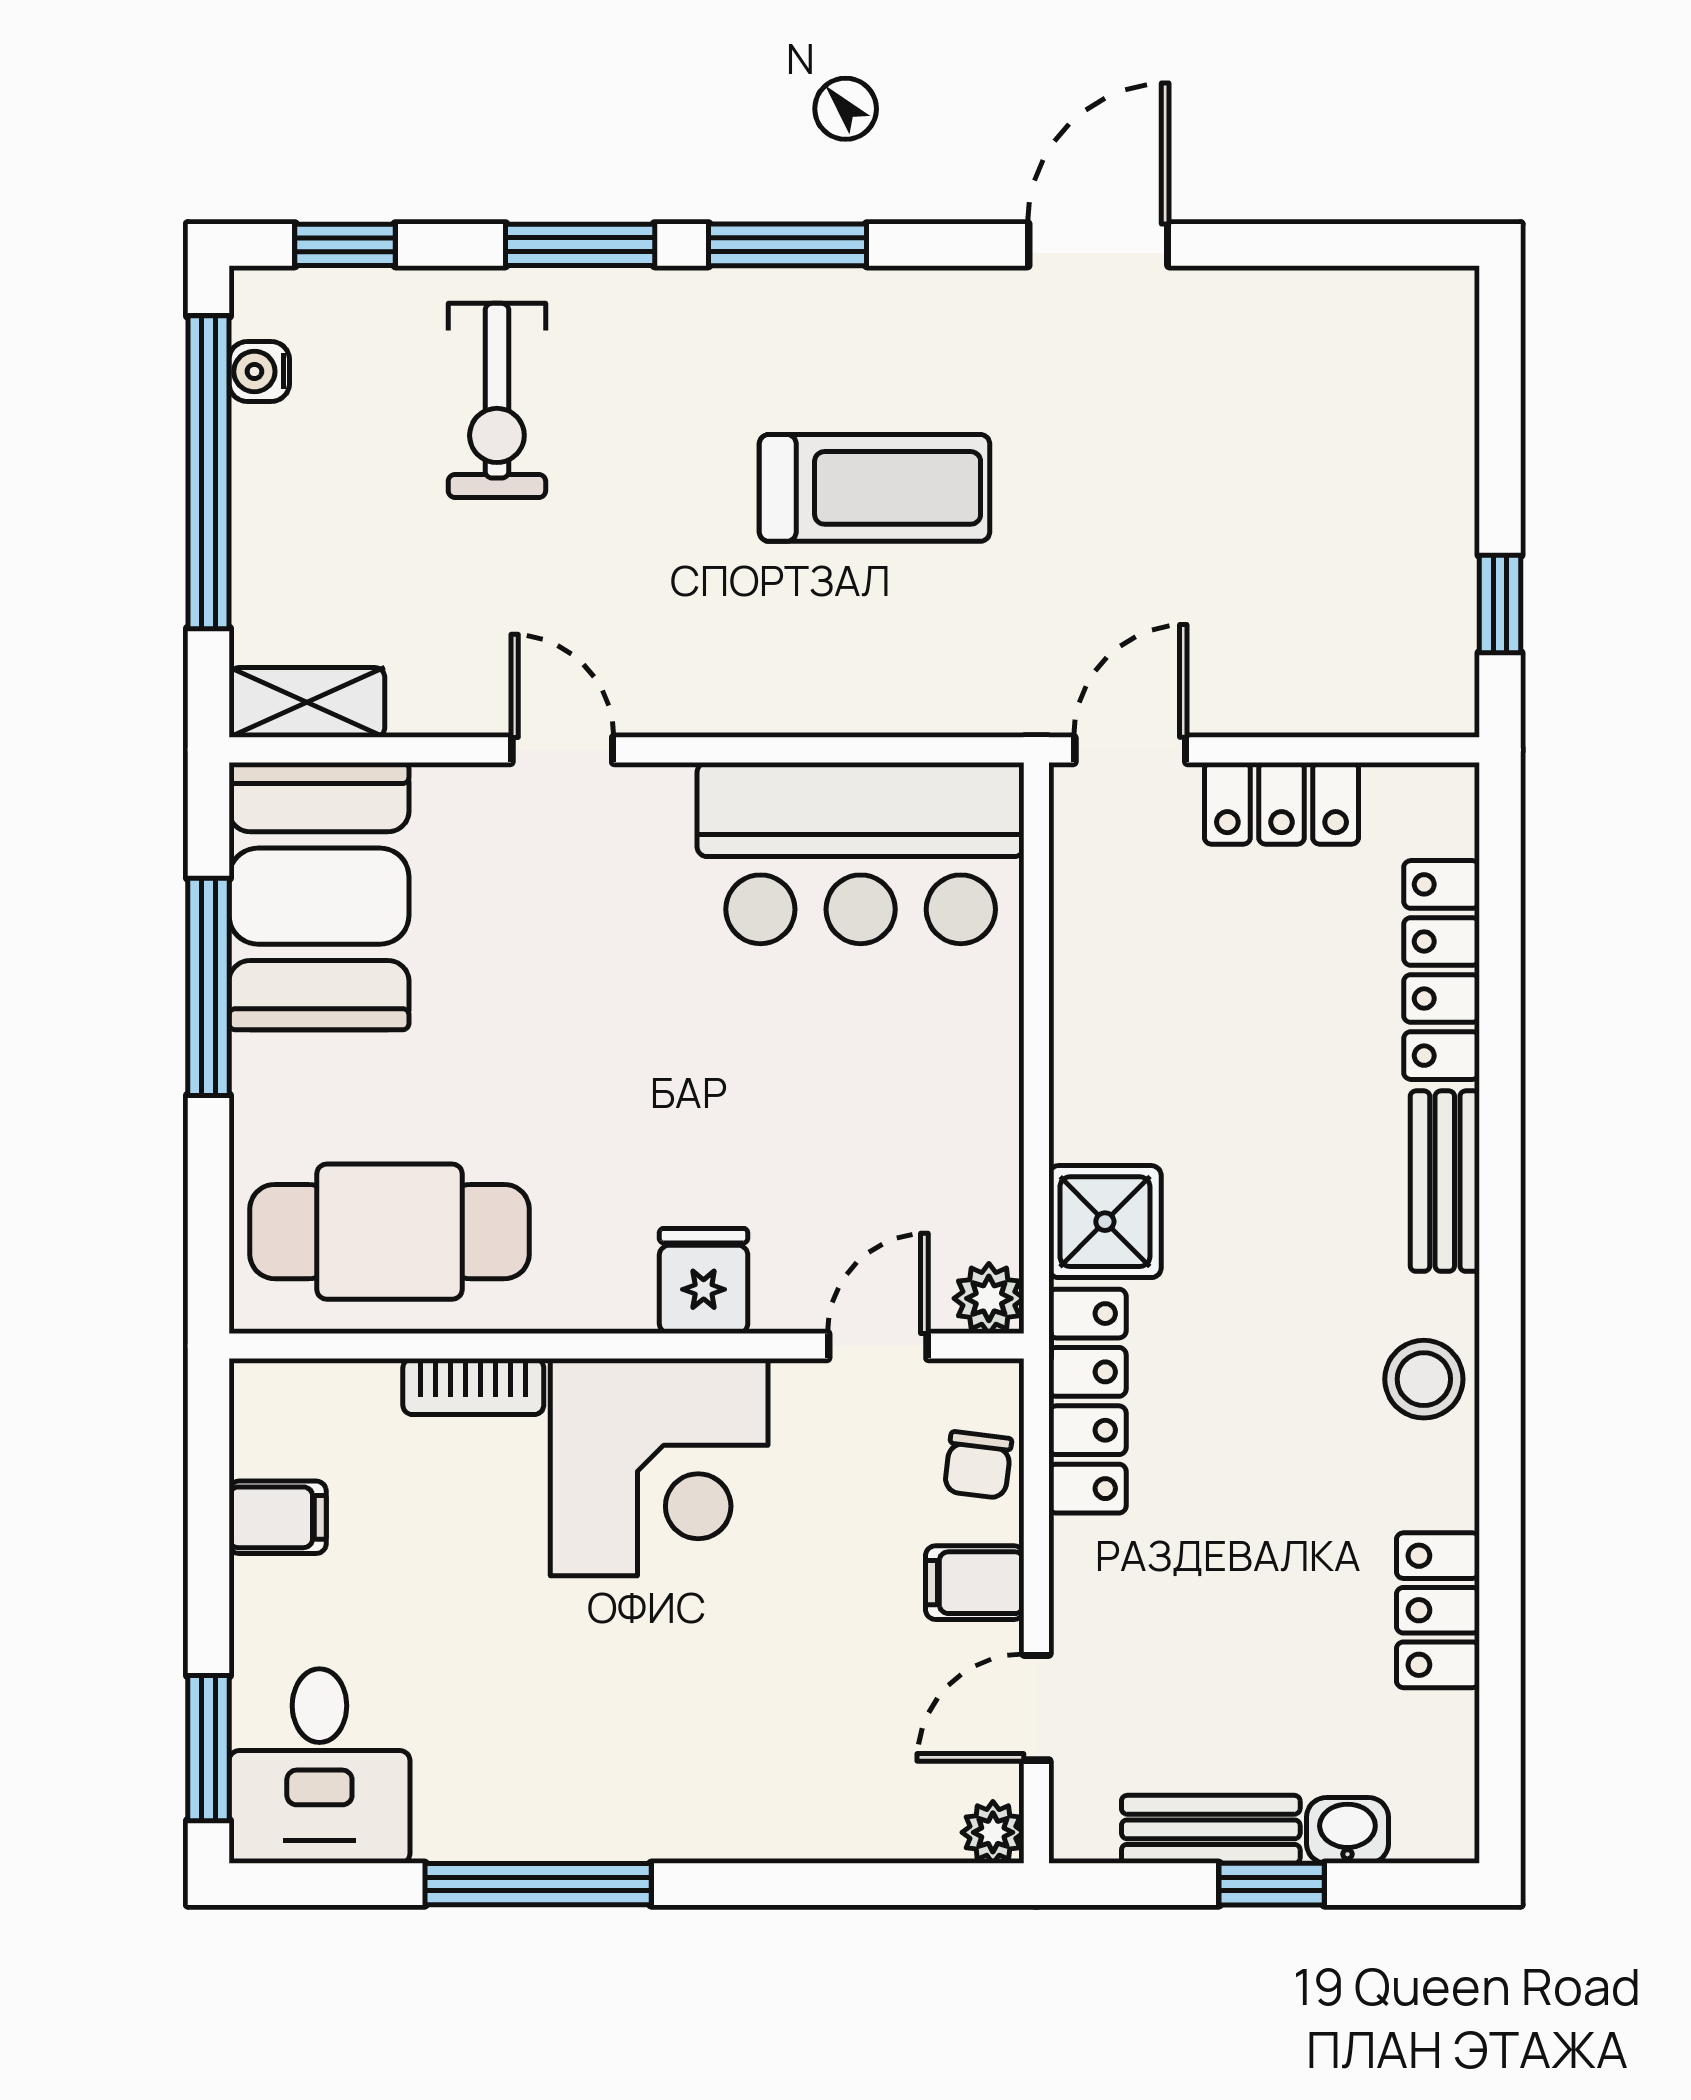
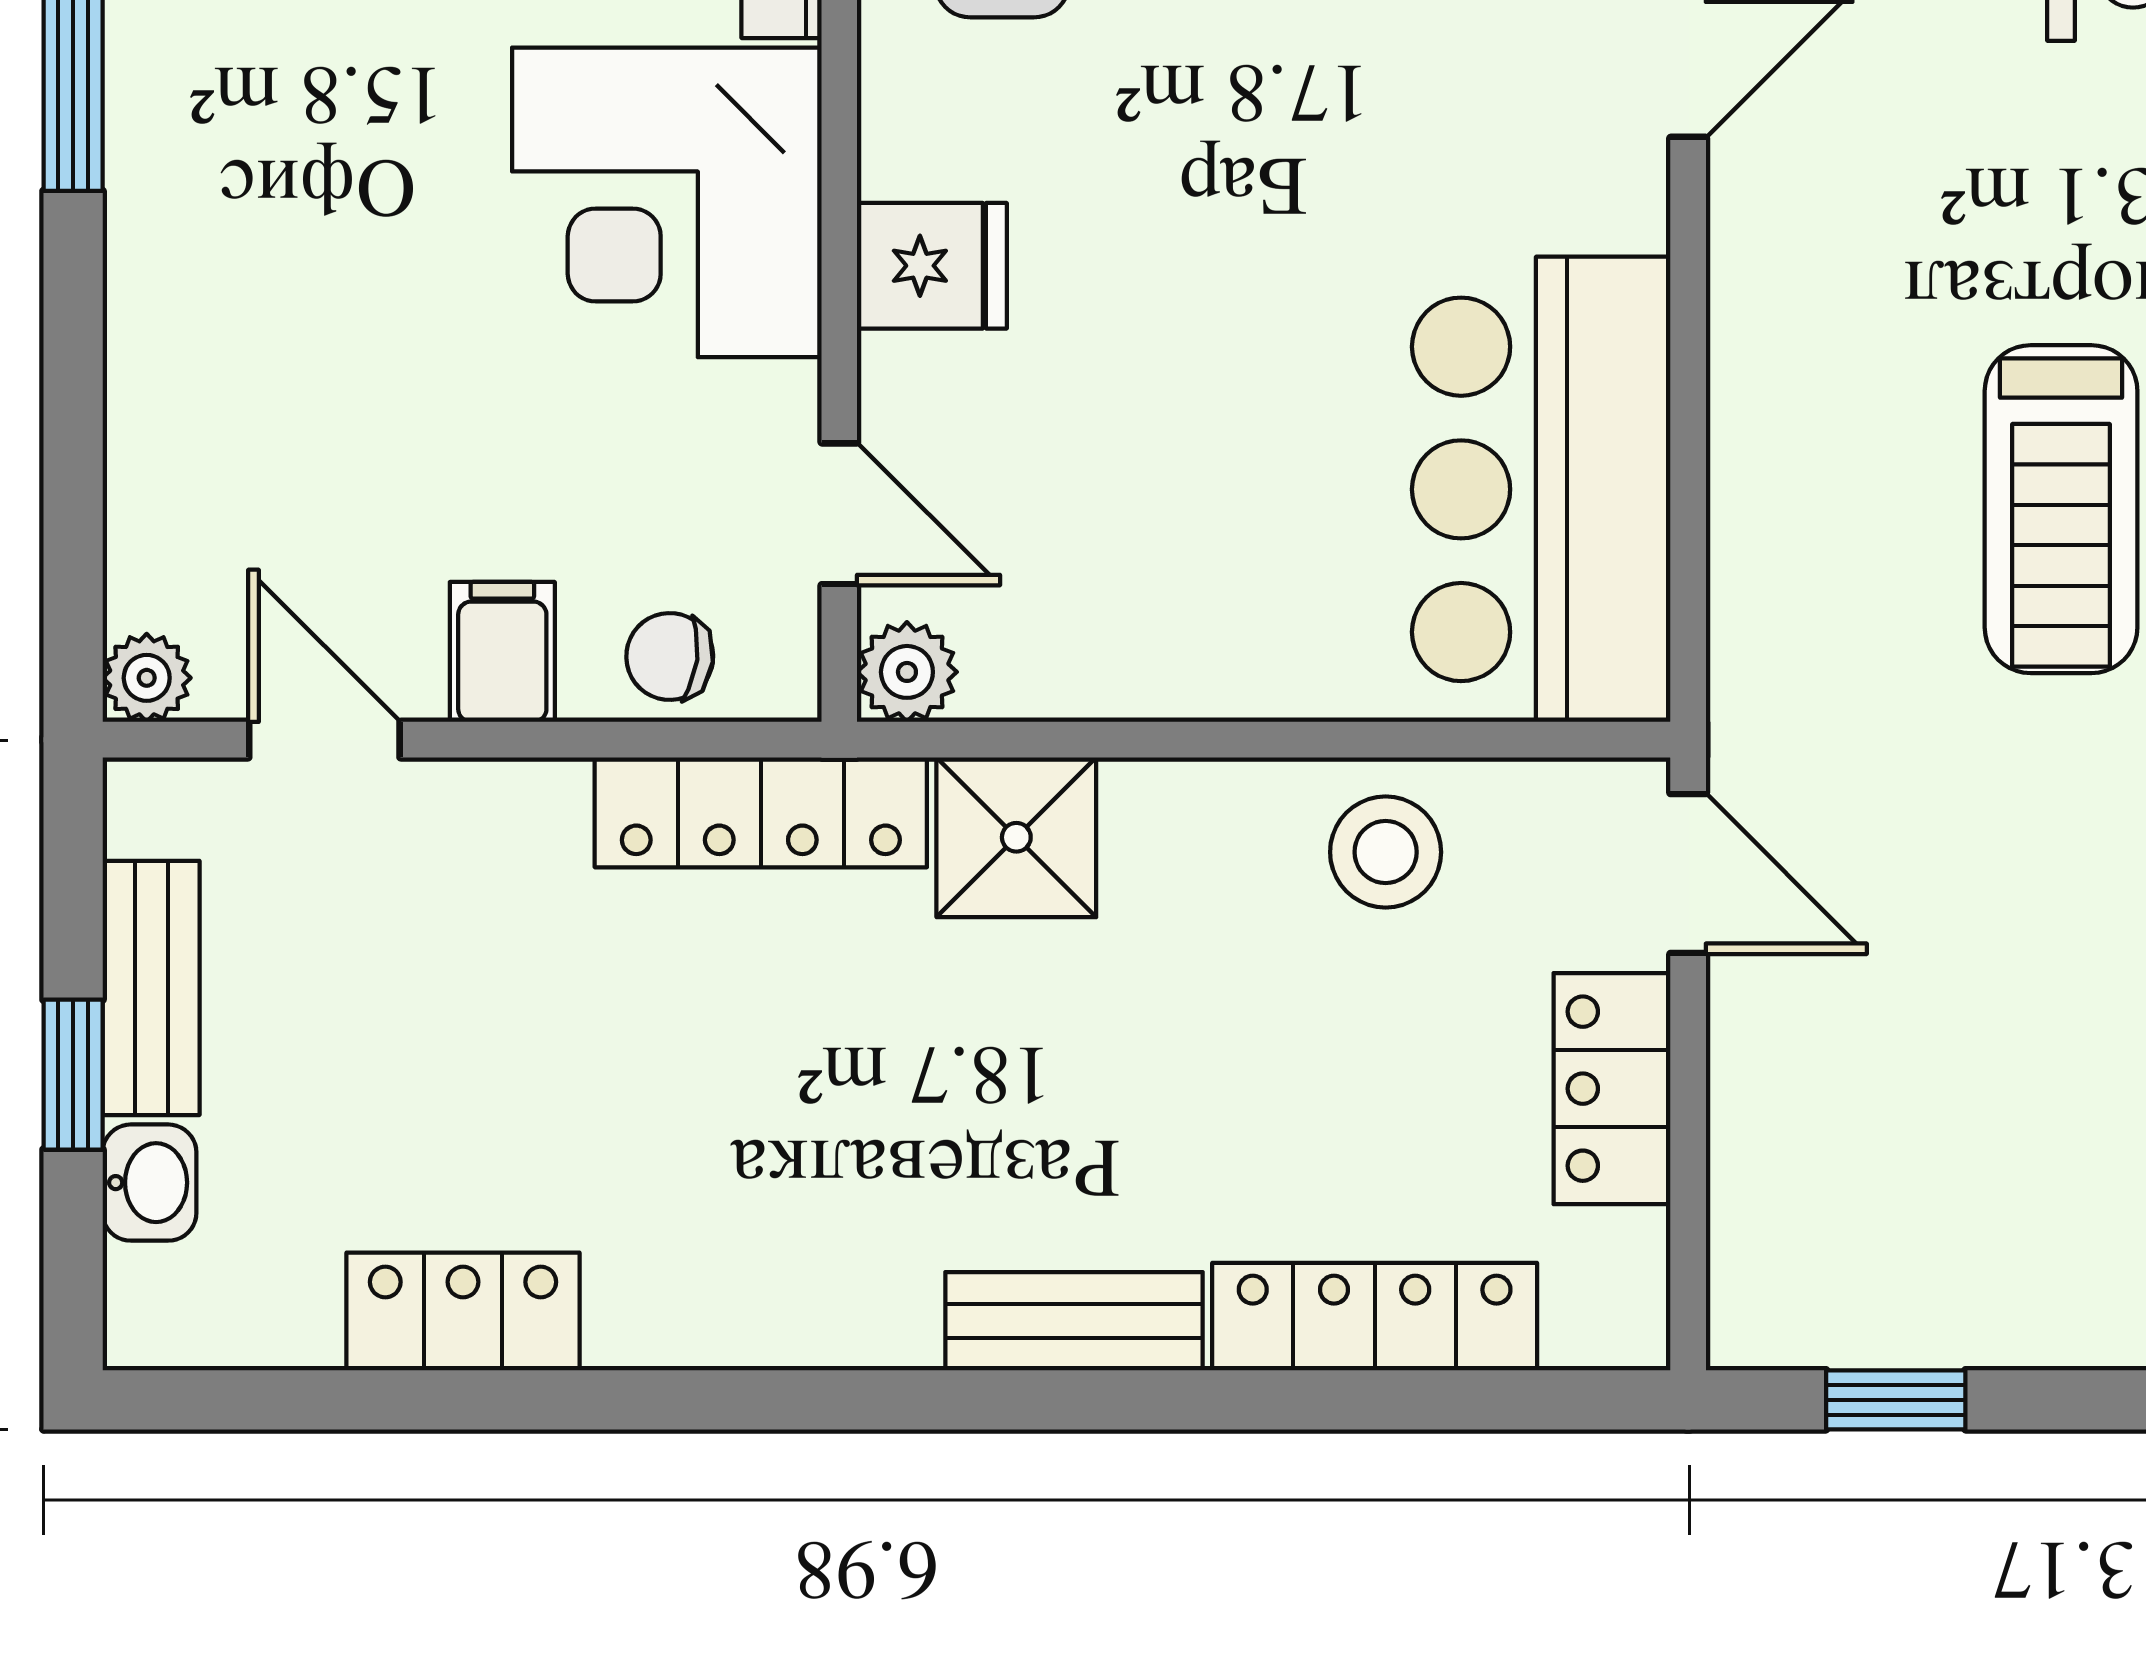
stool: (1424, 1379) -> (1386, 852), moved

